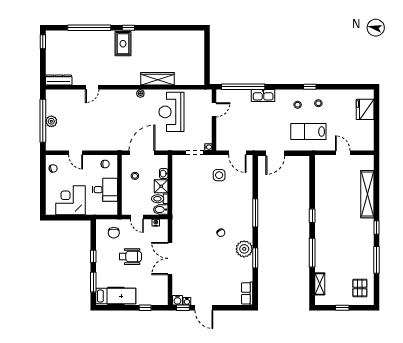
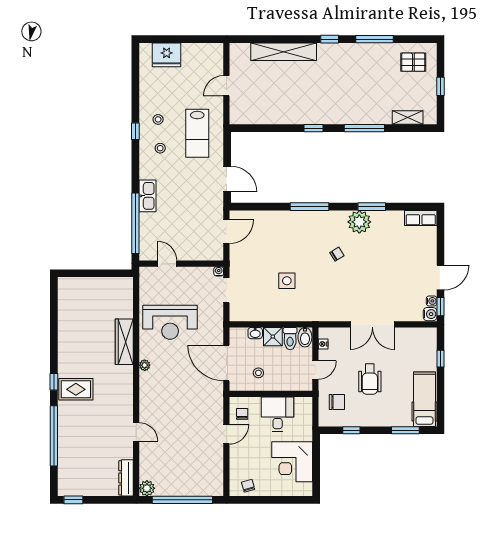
plant: (51, 121) -> (147, 488), moved
door: (76, 153) -> (226, 434), moved
side table: (219, 175) -> (287, 281), moved
window: (93, 256) -> (351, 430), moved
wheelchair: (130, 257) -> (370, 379), turned 180

